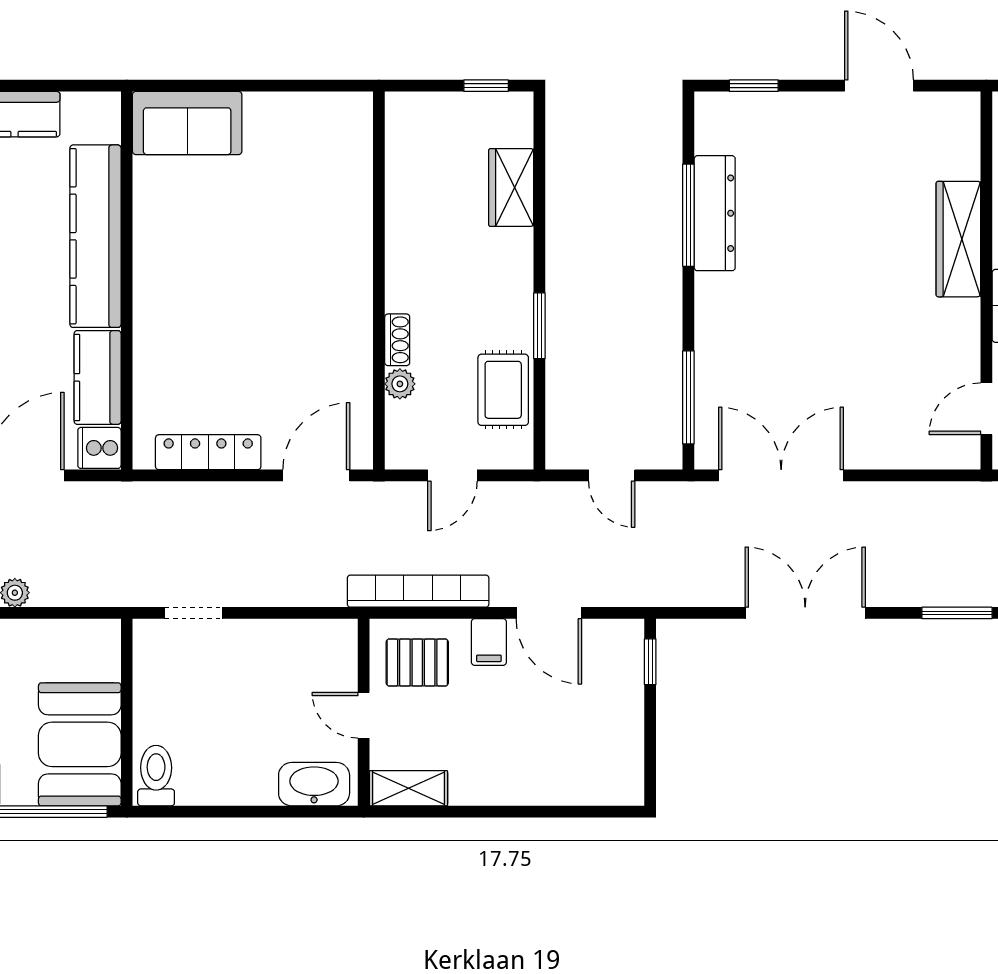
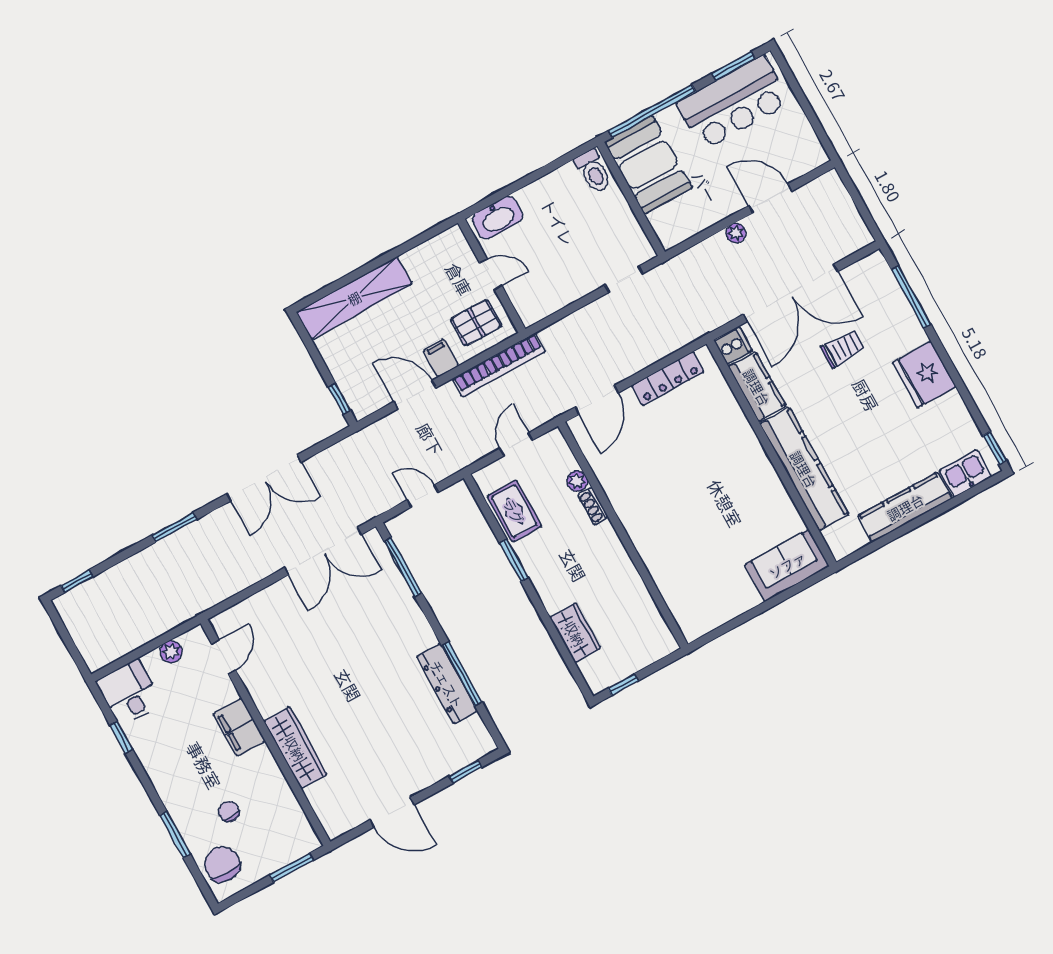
shelving: (408, 788) -> (354, 298), moved, width x2.20, depth x1.33

